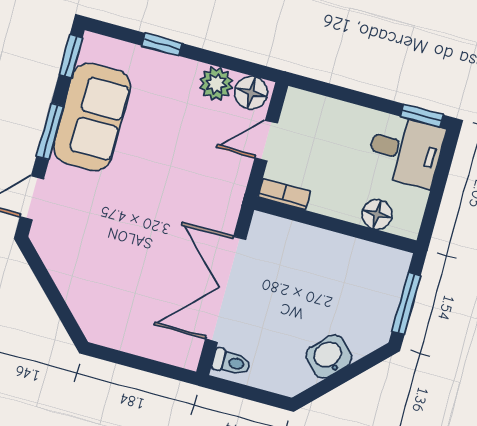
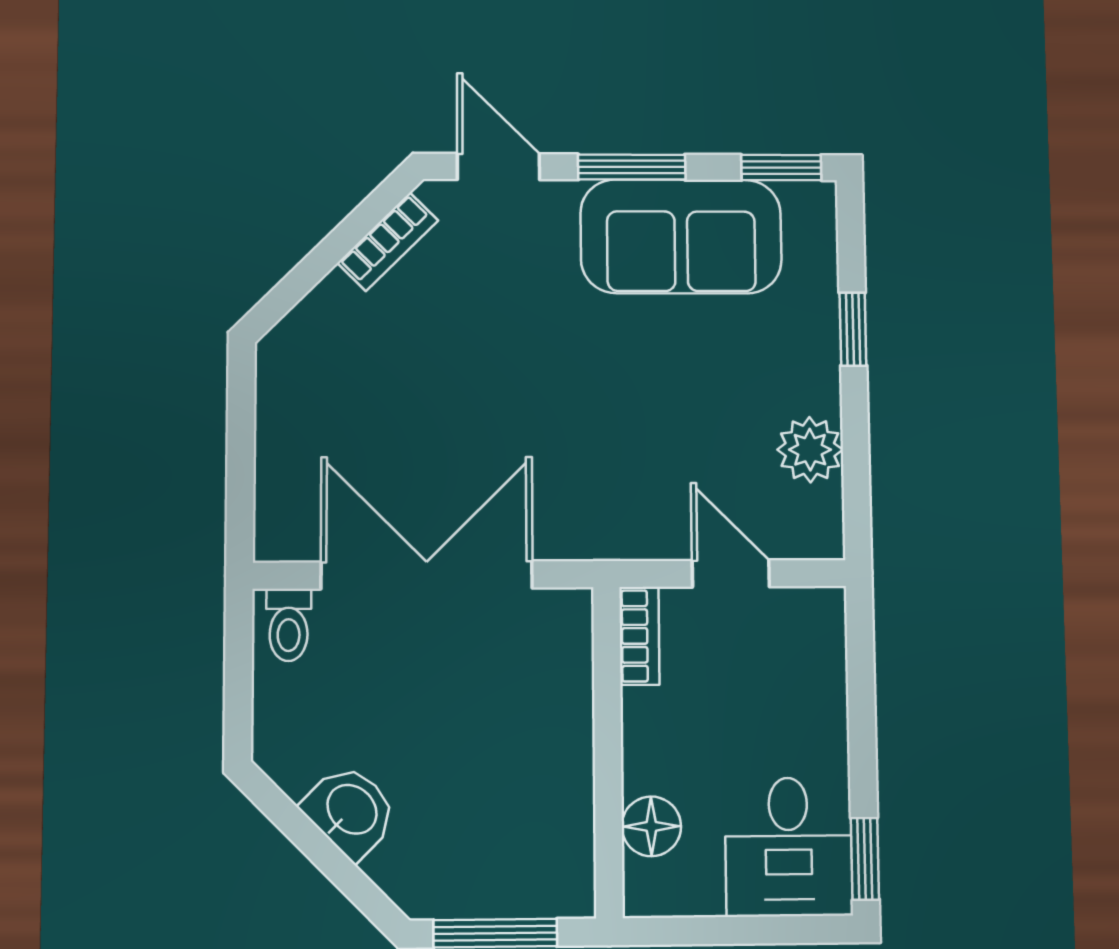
floor lamp: (251, 93) -> (812, 520), removed
bookcase: (55, 263) -> (388, 242), added

